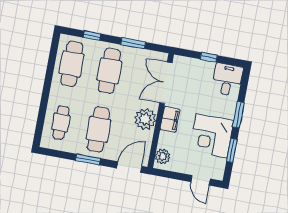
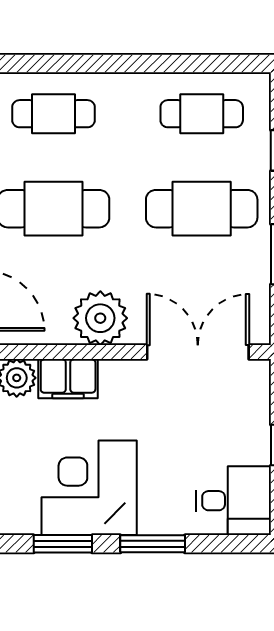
cafe table: (72, 64) -> (202, 114), width x0.73, depth x0.74
filing cabinet: (170, 119) -> (68, 379), moved

